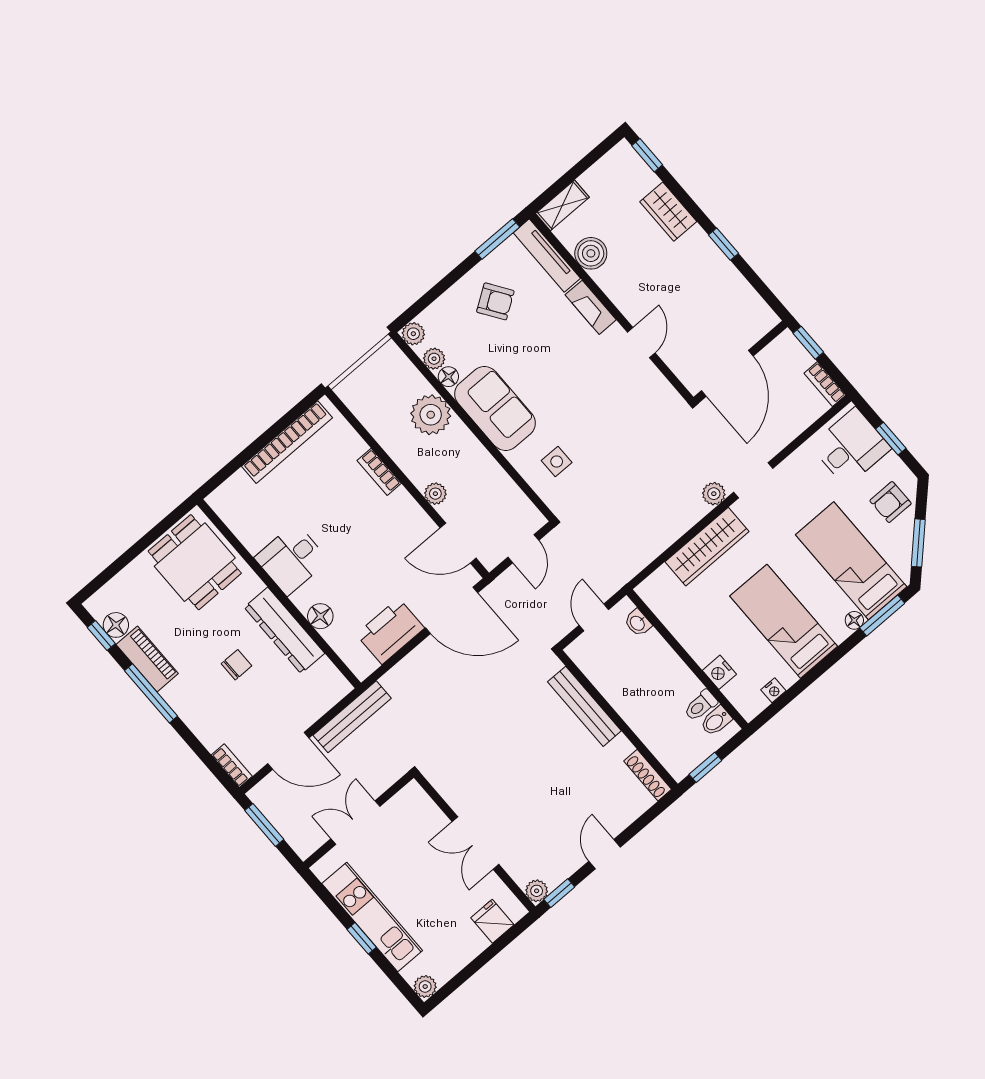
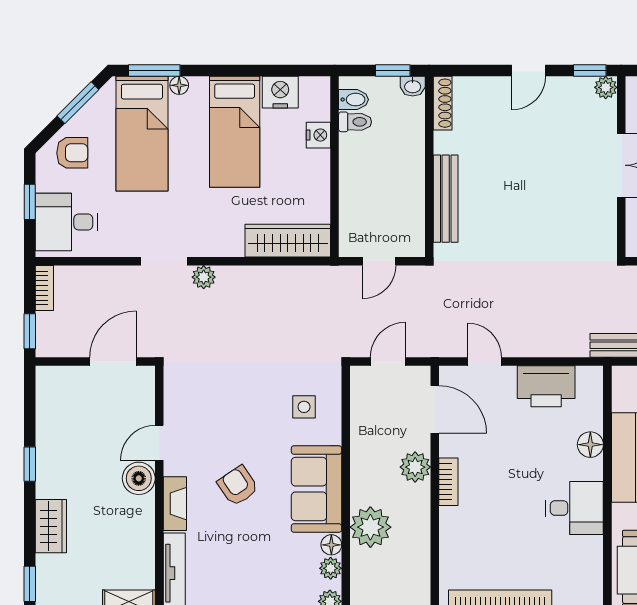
boiler: (591, 253) -> (139, 478), moved
armchair: (495, 301) -> (238, 486), moved
door: (727, 373) -> (113, 361), width x0.73
bookcase: (379, 472) -> (448, 482), moved
plant: (435, 494) -> (415, 467), width x1.38, depth x1.38
wardrobe: (707, 547) -> (288, 241), moved
door: (452, 610) -> (485, 361), width x0.53
washbasin: (638, 623) -> (413, 86), moved, turned 90
nightstand: (773, 690) -> (280, 92), width x1.89, depth x1.79

